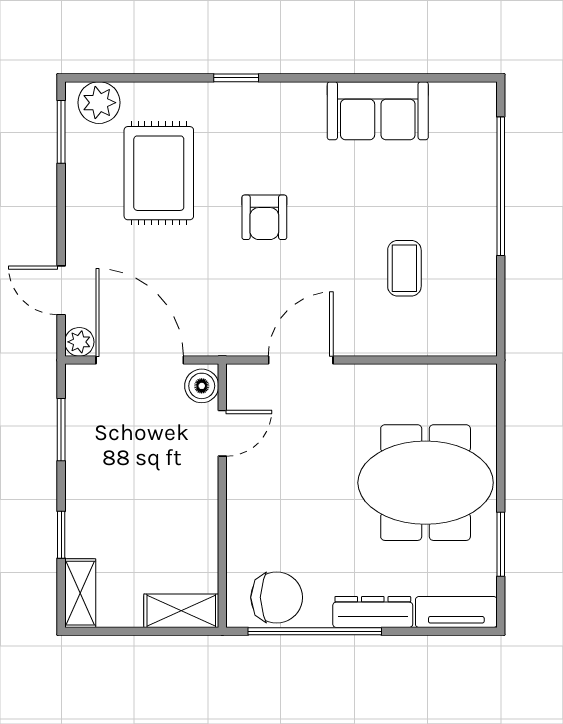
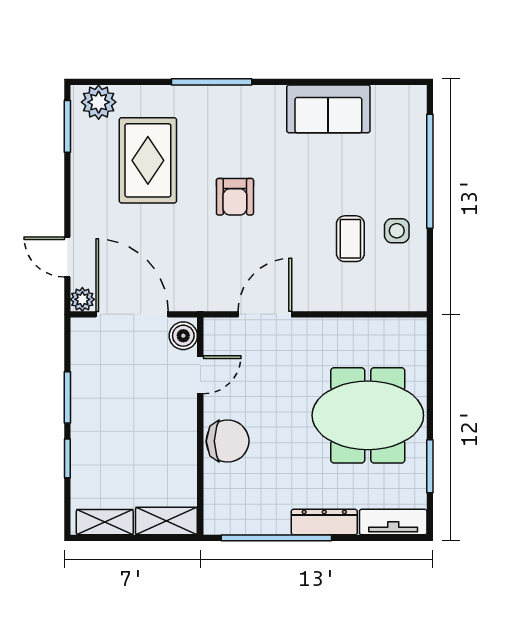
window: (236, 78) -> (212, 82), width x2.17
side table: (461, 259) -> (397, 231), added
window: (61, 430) -> (67, 397), moved
shelving: (80, 593) -> (105, 522), moved, turned 90
chair: (277, 597) -> (228, 441), moved

